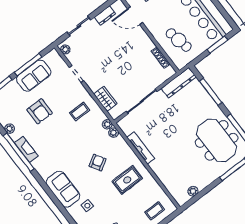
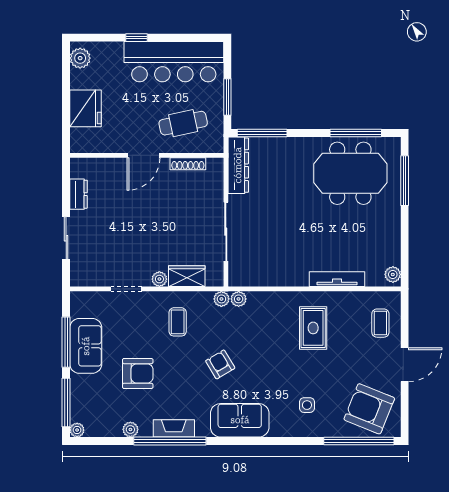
door: (135, 16) -> (143, 155), moved
window: (217, 45) -> (227, 97), moved
plant: (65, 49) -> (159, 279), moved
window: (211, 92) -> (262, 133), moved
tv unit: (141, 148) -> (337, 279), moved
armchair: (98, 163) -> (220, 364), moved
sofa: (63, 189) -> (240, 420), moved
plant: (193, 191) -> (393, 274), moved

